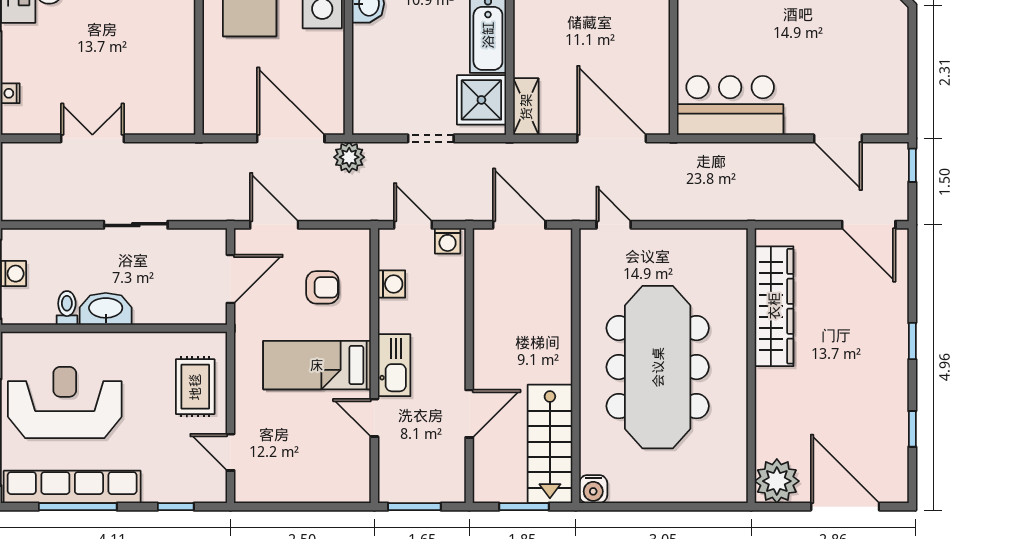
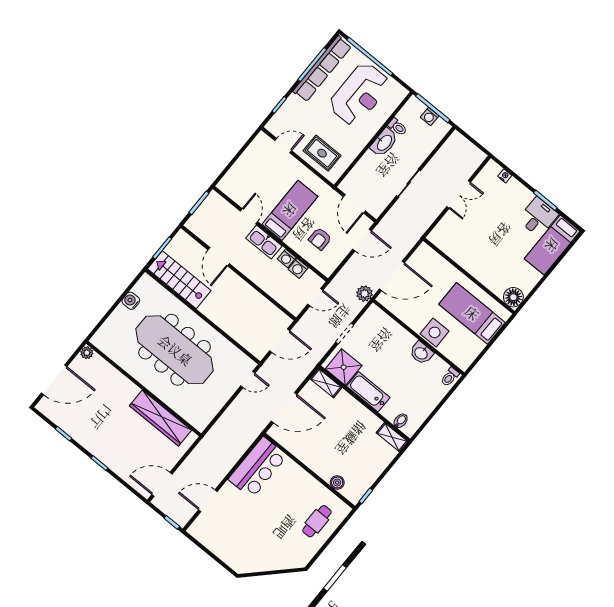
washing machine: (448, 241) -> (287, 258), moved, turned -90
door: (374, 418) -> (249, 216), hinge flipped
plant: (777, 481) -> (87, 353), width x0.53, depth x0.53
water cooler: (593, 489) -> (131, 301), moved

